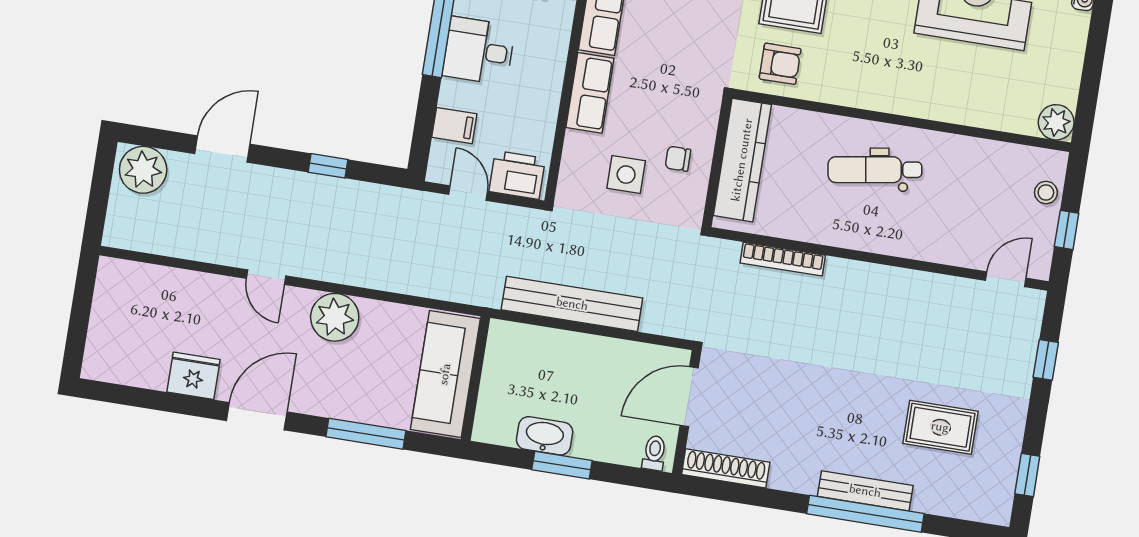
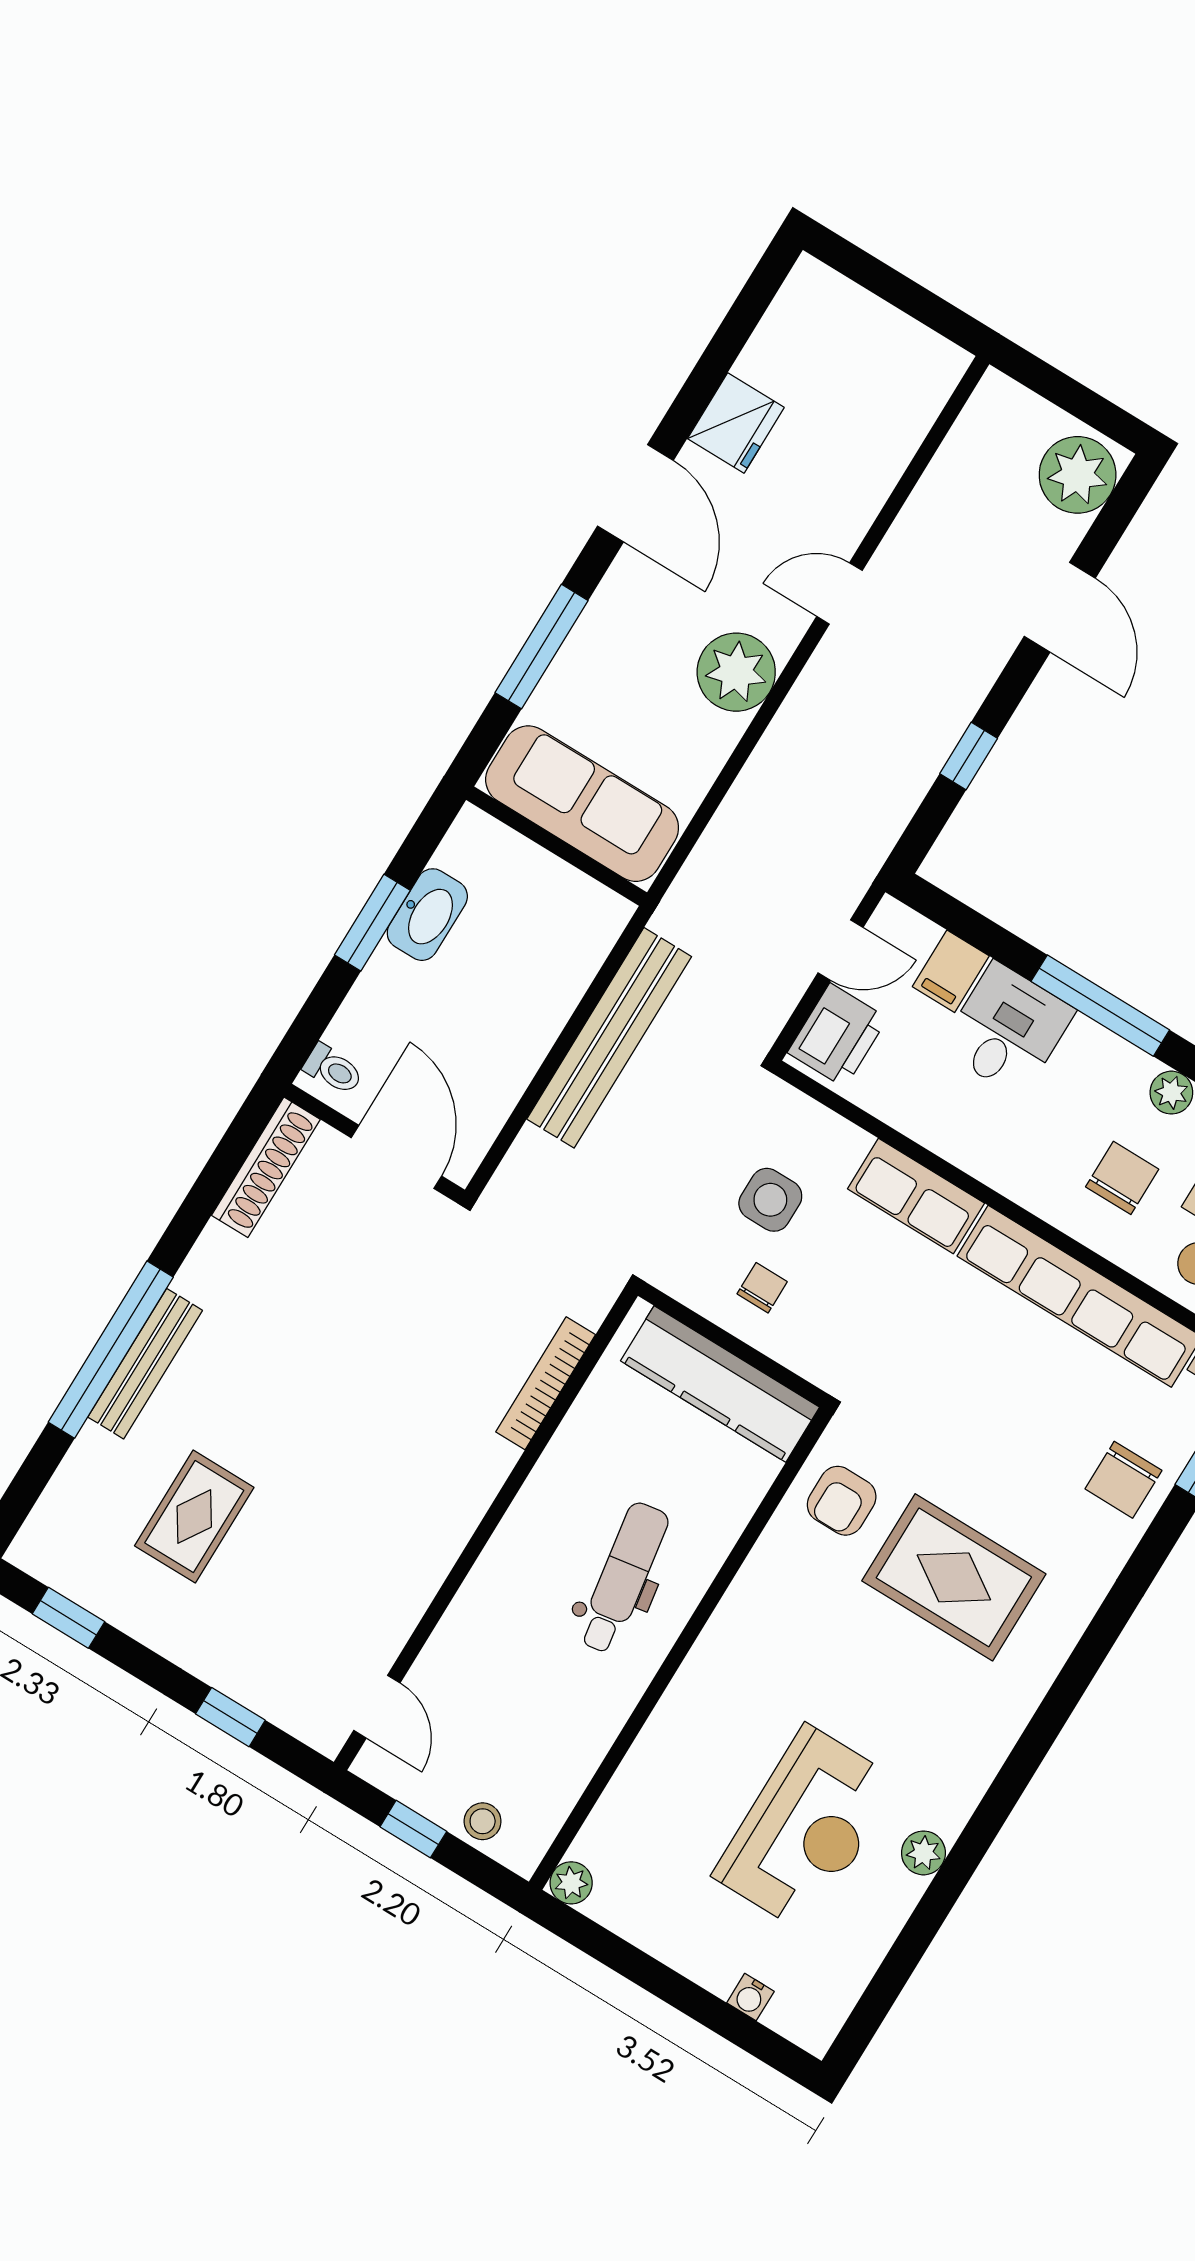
desk: (479, 51) -> (1007, 1030), moved
plant: (1056, 122) -> (571, 1883), width x0.73, depth x0.73

